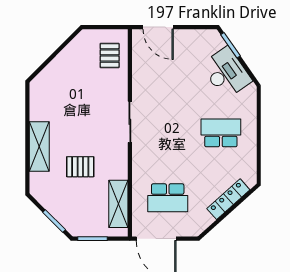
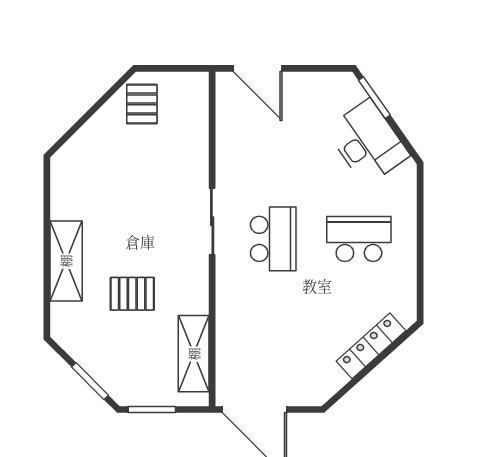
pallet: (110, 55) -> (142, 104), moved
school desk: (168, 198) -> (273, 239), moved, turned -90

